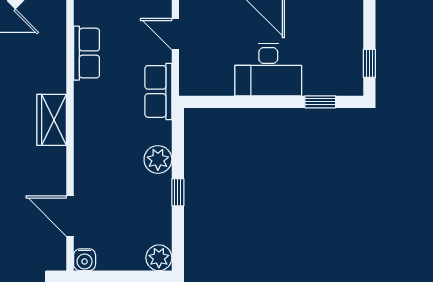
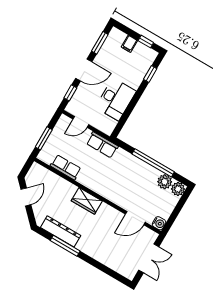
filing cabinet: (350, 39) -> (129, 44), added
desk: (268, 70) -> (116, 99), moved
plant: (158, 159) -> (165, 182), moved
window: (178, 192) -> (153, 163), width x3.17

